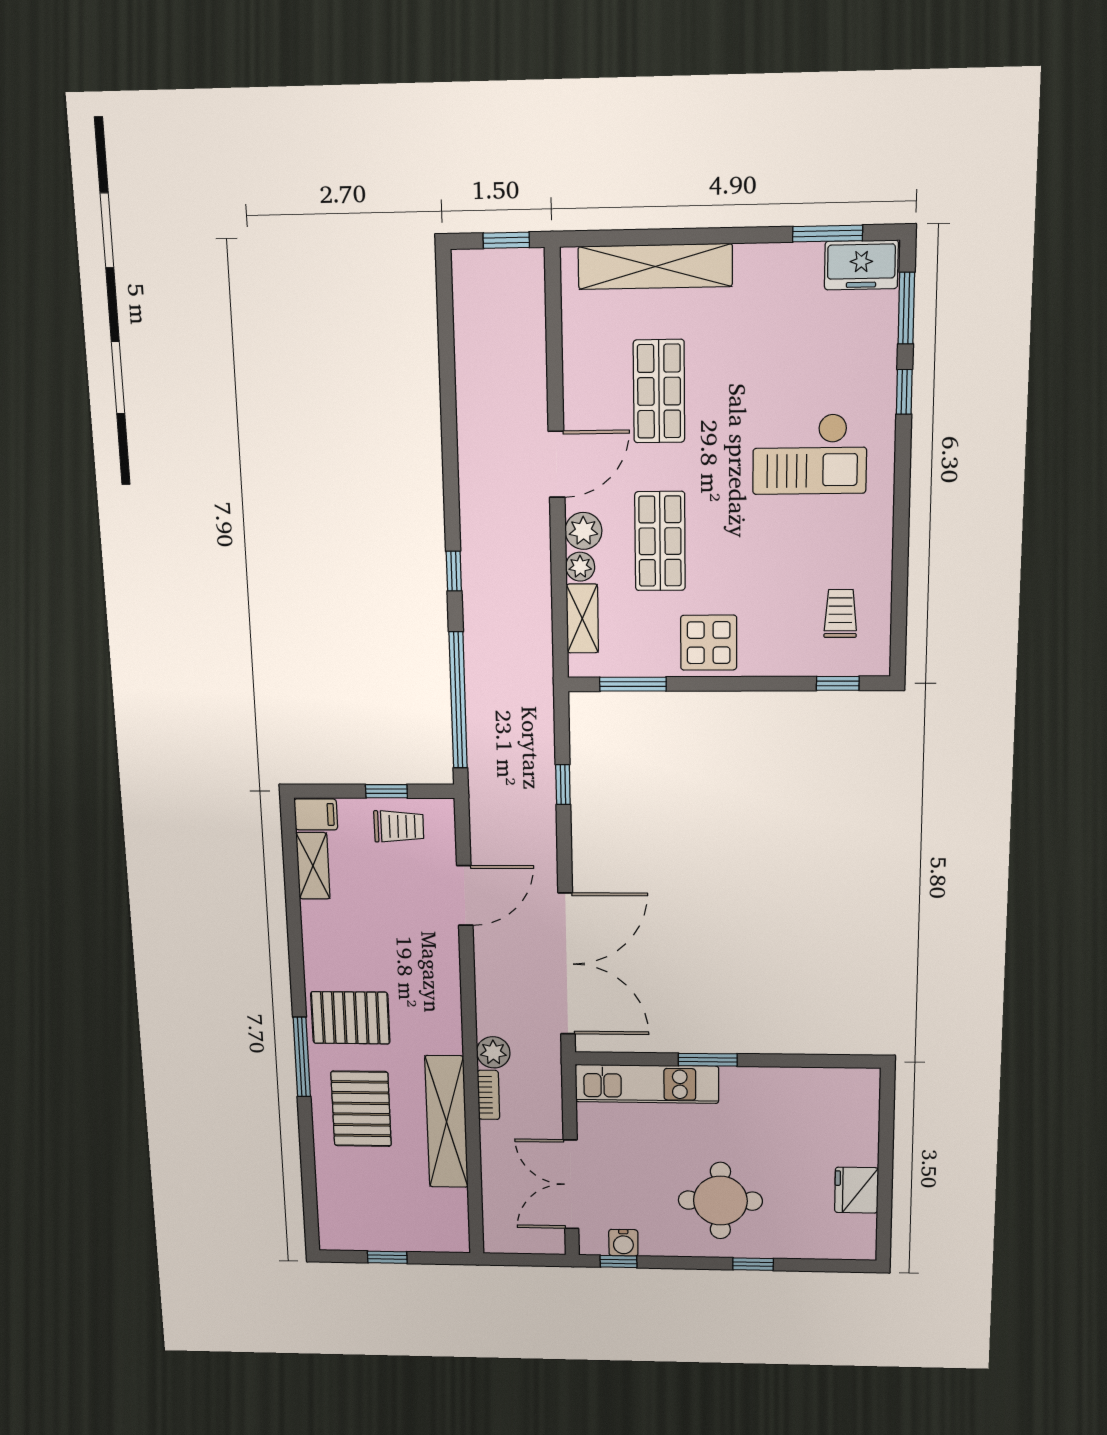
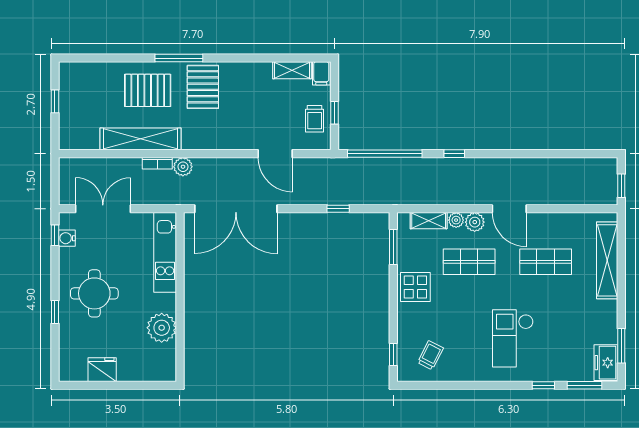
trolley: (840, 614) -> (430, 355), turned -63
window: (708, 1060) -> (180, 286), removed
plant: (782, 1091) -> (162, 328), added

